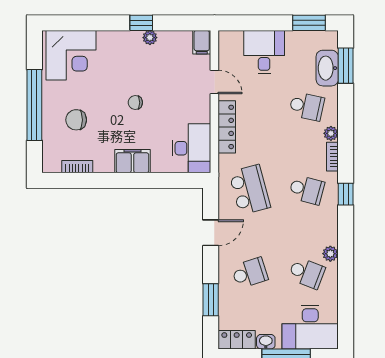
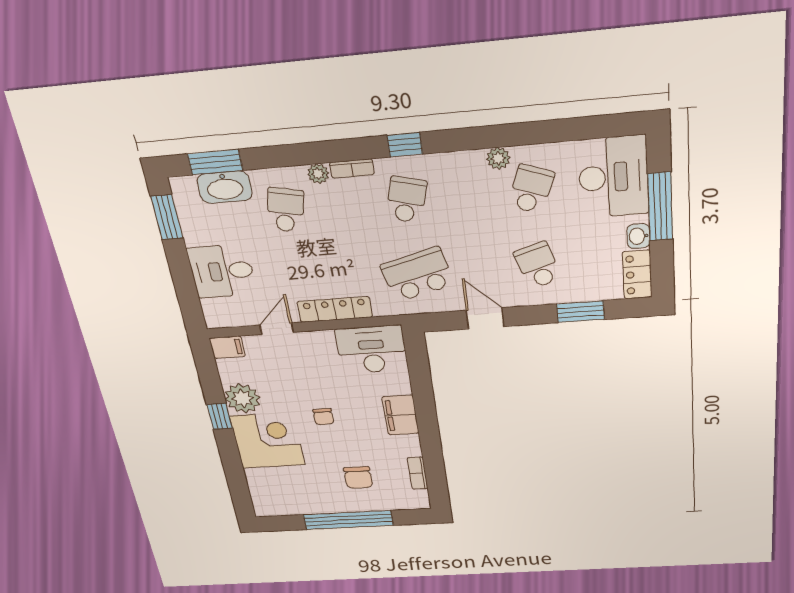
plant: (150, 38) -> (242, 398), width x1.88, depth x1.88
corner desk: (71, 55) -> (267, 441), moved

